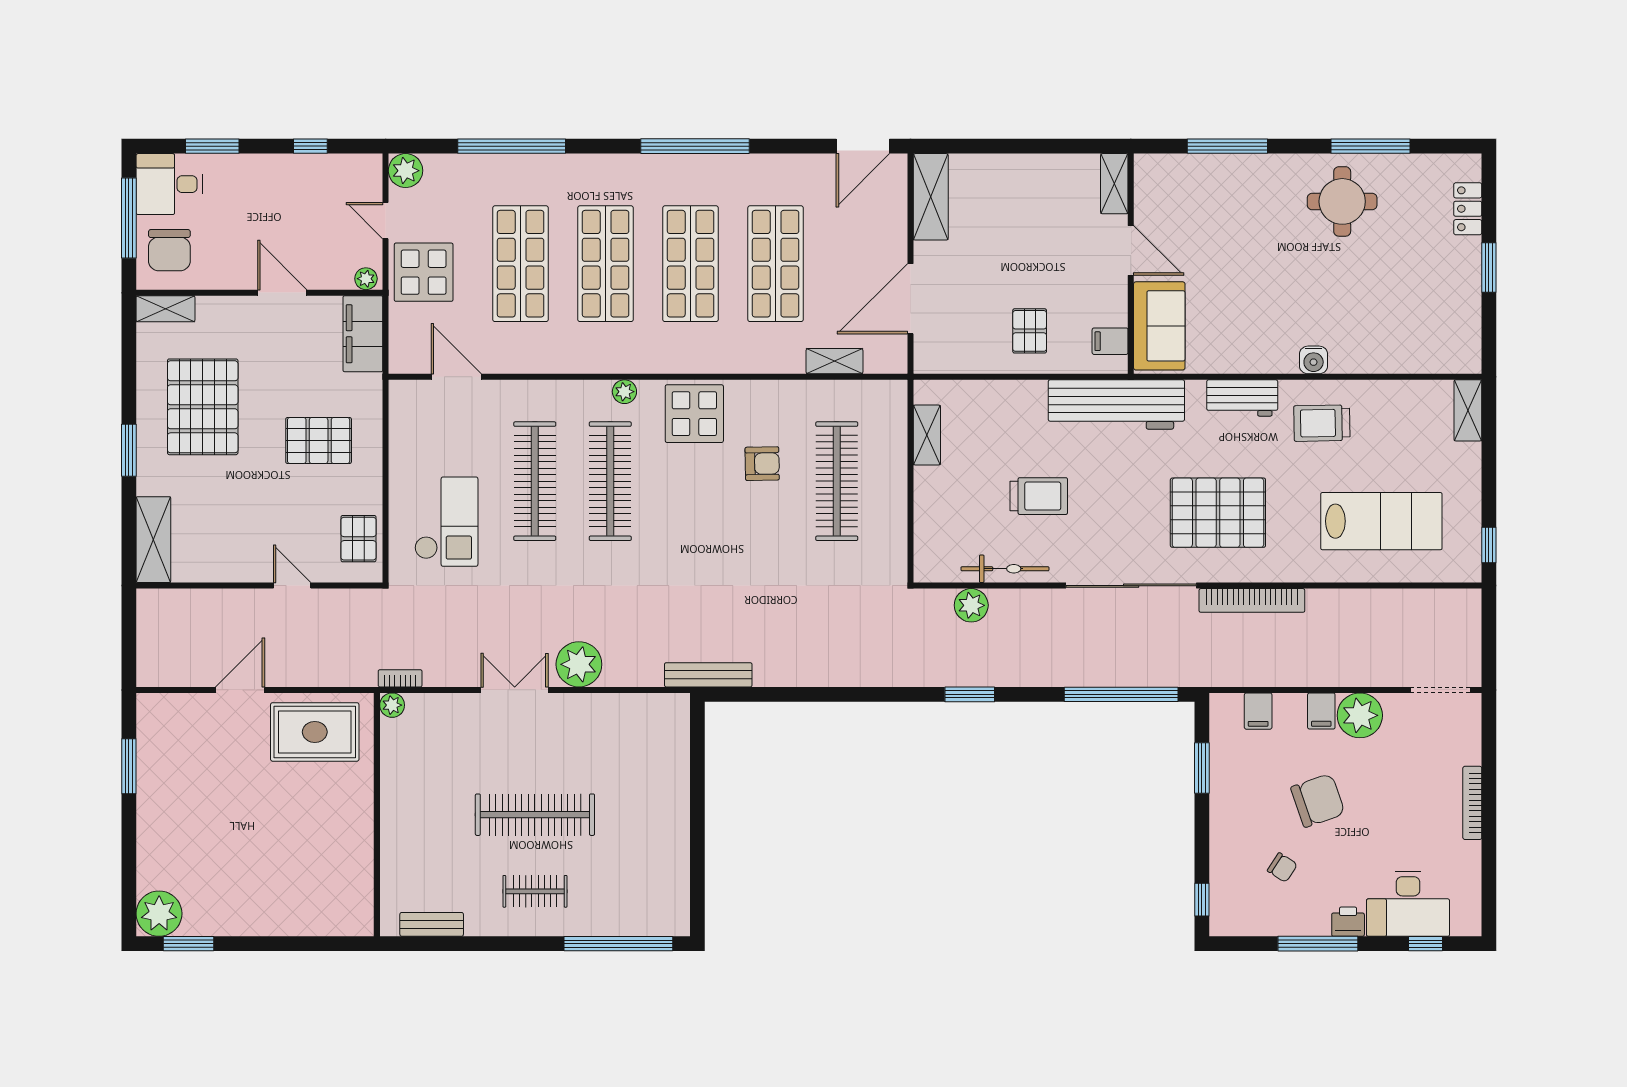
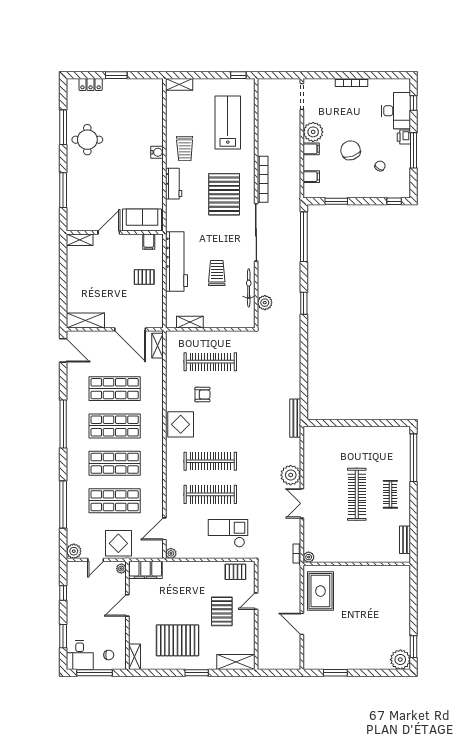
chair: (169, 250) -> (109, 655), width x0.54, depth x0.54
shelving: (834, 361) -> (157, 346), moved
plant: (624, 392) -> (171, 553), moved
workbench: (1116, 404) -> (177, 262), moved
pallet: (319, 441) -> (222, 611), moved
armchair: (762, 464) -> (203, 394), turned 91

